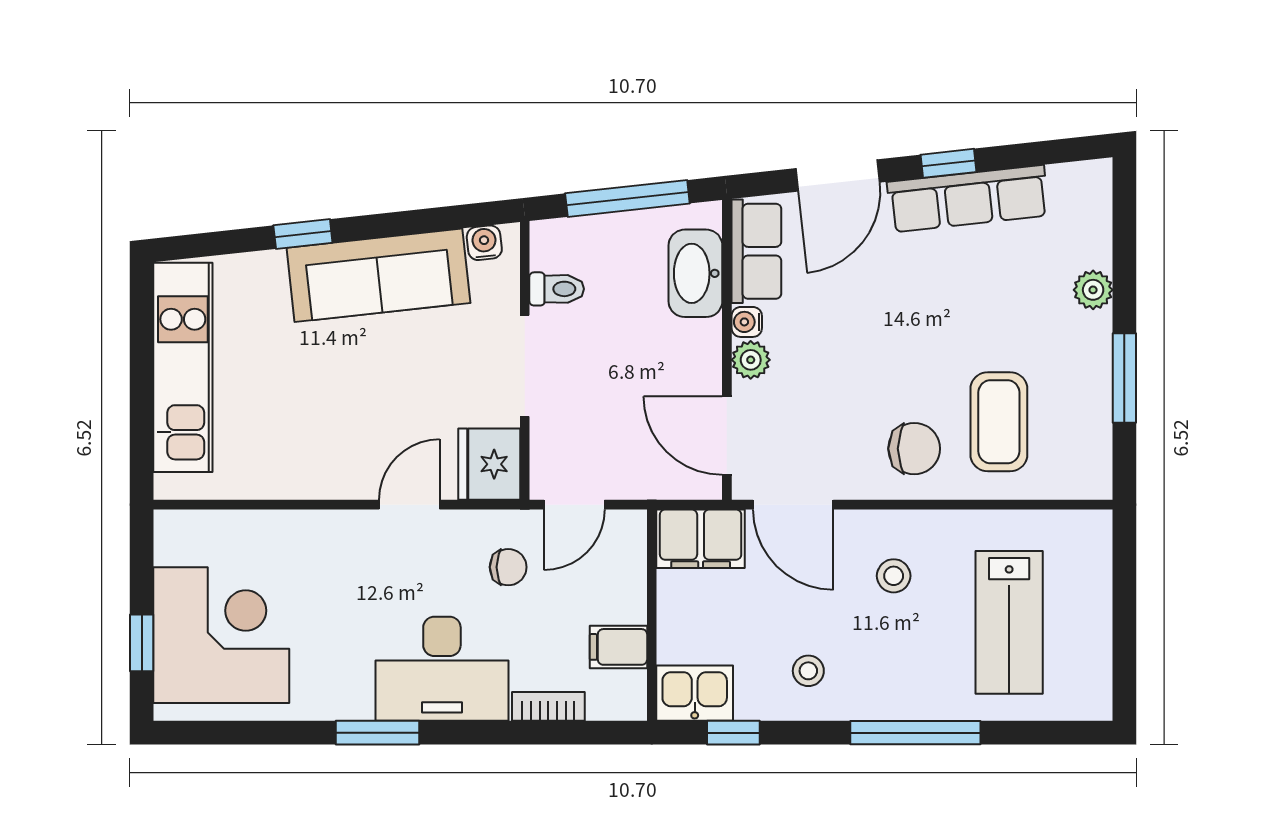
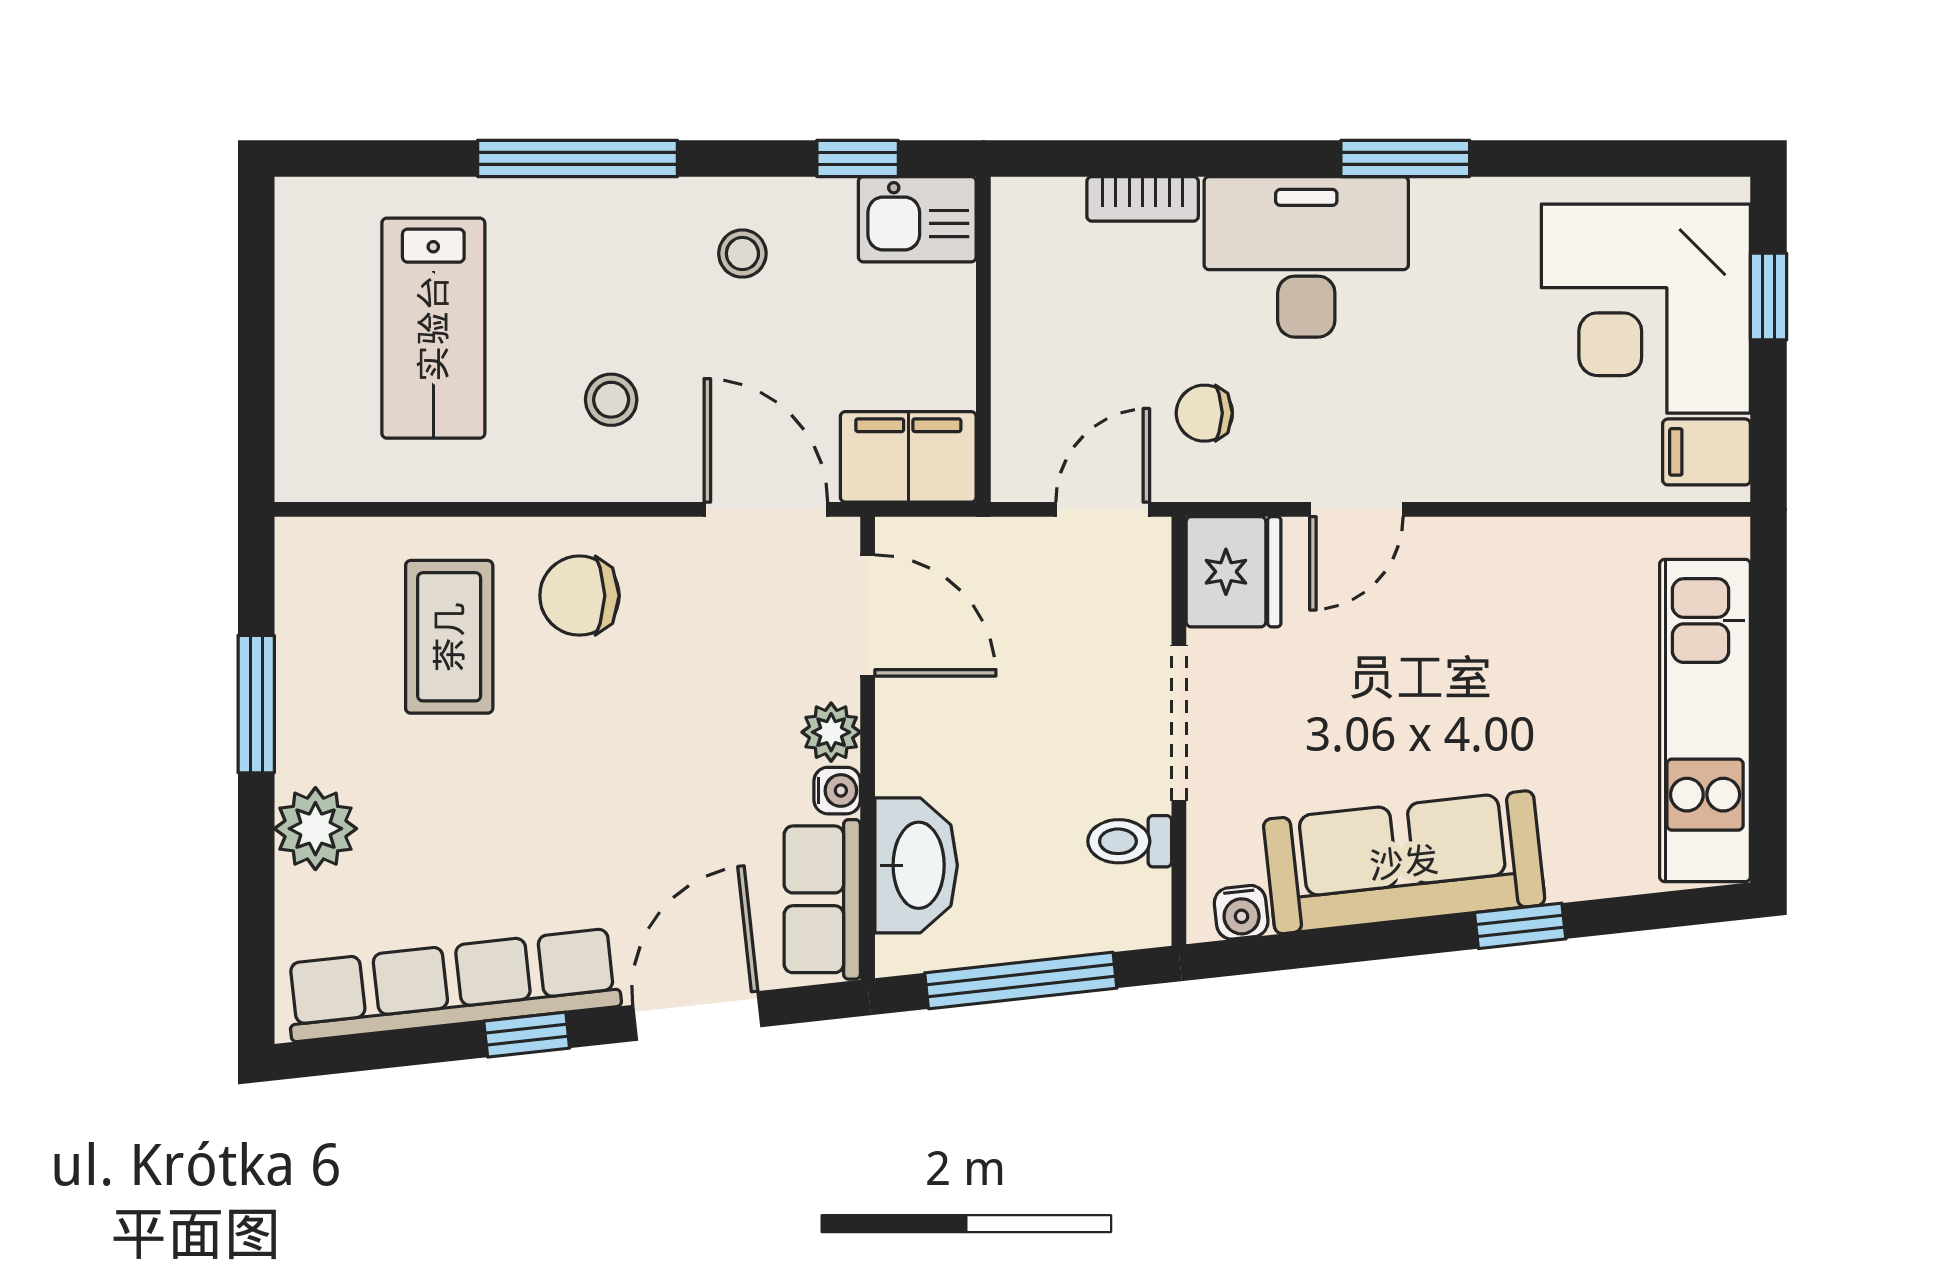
row of seats: (968, 199) -> (453, 985), width x1.36
plant: (1093, 290) -> (315, 829), width x1.38, depth x1.38
lab bench: (1009, 622) -> (433, 328), turned 180
filing cabinet: (618, 647) -> (1707, 452), moved, turned 180

